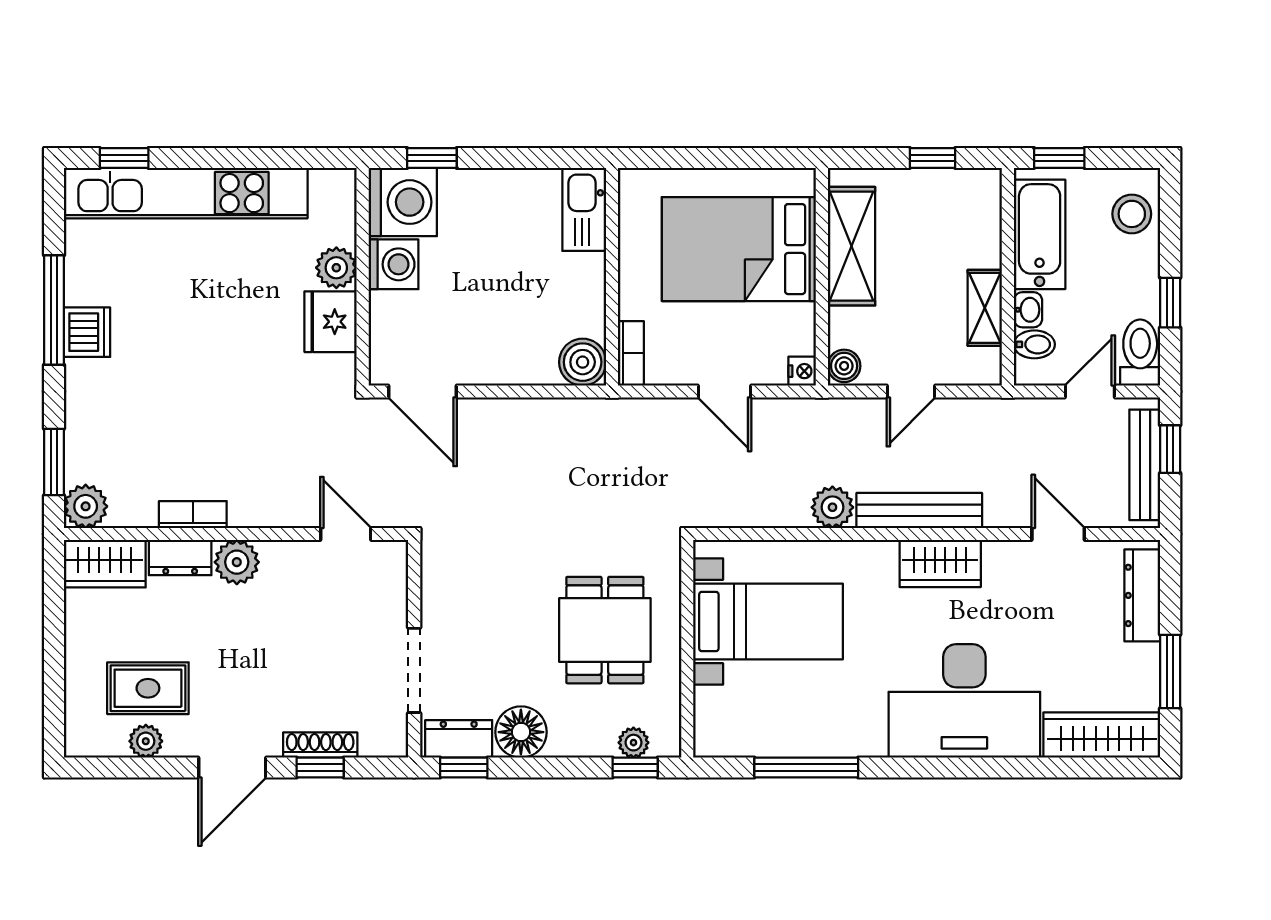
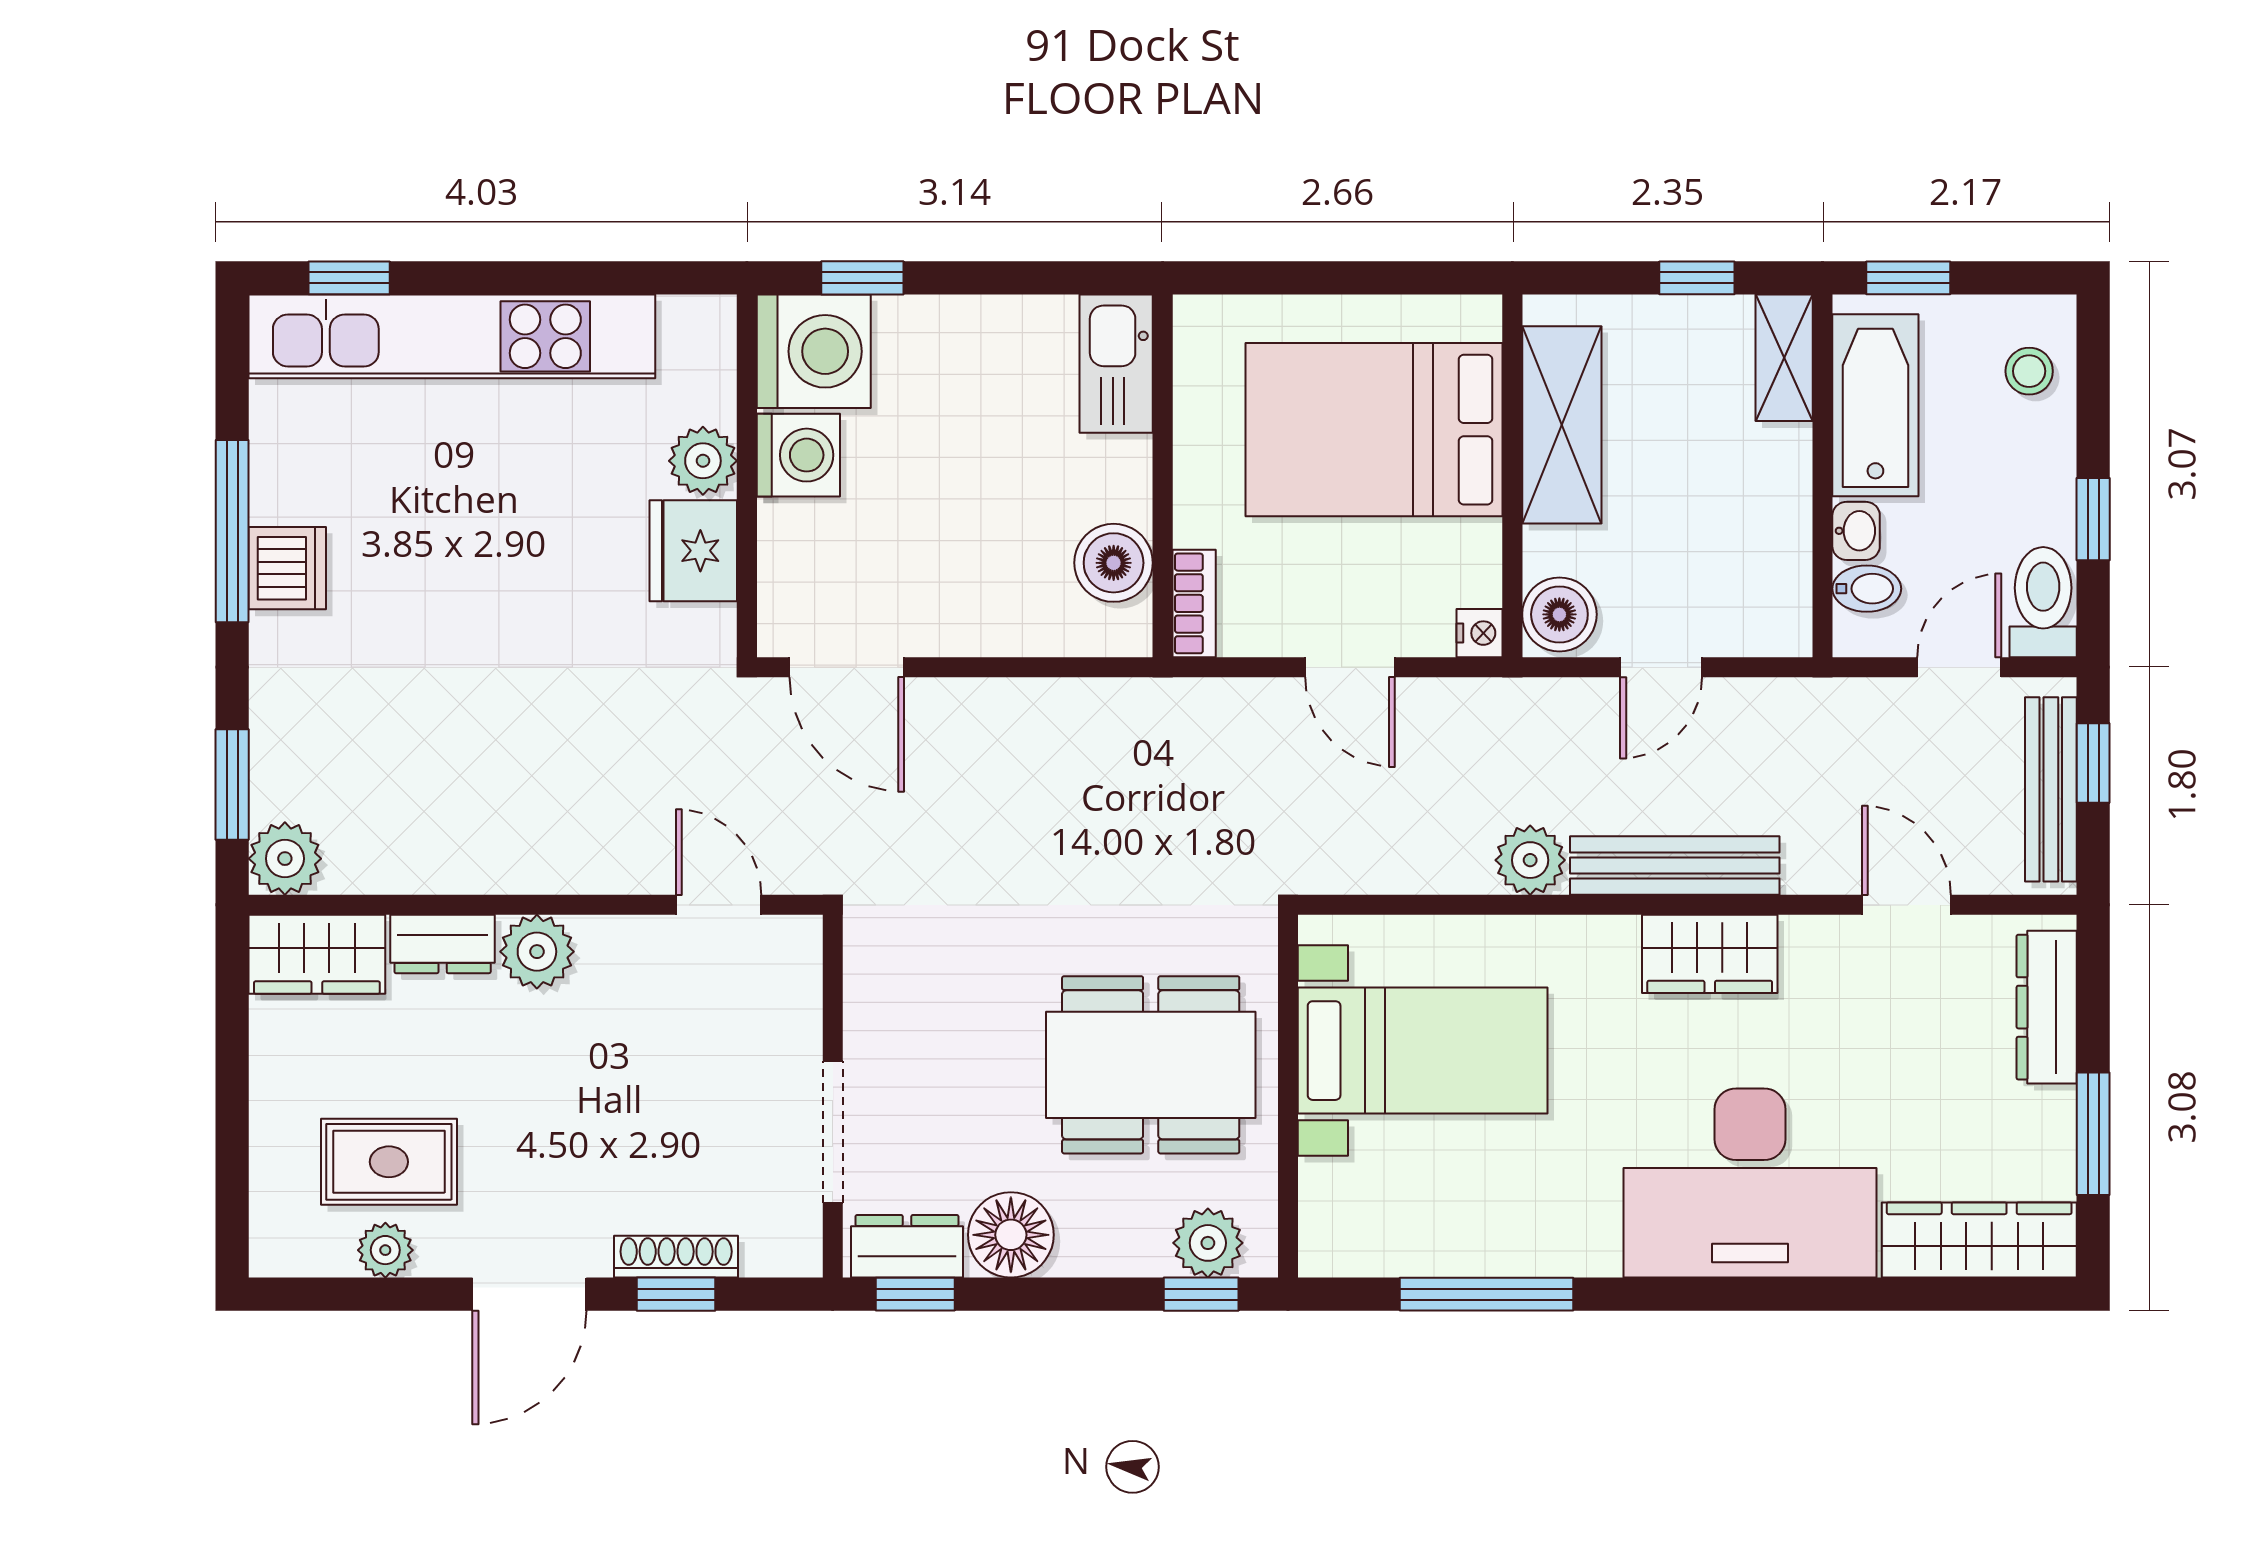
stool: (1132, 214) -> (2029, 371), width x0.73, depth x0.73
shelving: (985, 308) -> (1784, 358), moved
boiler: (583, 362) -> (1114, 563), moved
boiler: (844, 366) -> (1559, 614), width x1.36, depth x1.36
bookcase: (193, 515) -> (464, 872), removed
dining table: (605, 630) -> (1151, 1065), width x1.38
plant: (633, 743) -> (1208, 1243), width x1.38, depth x1.38

